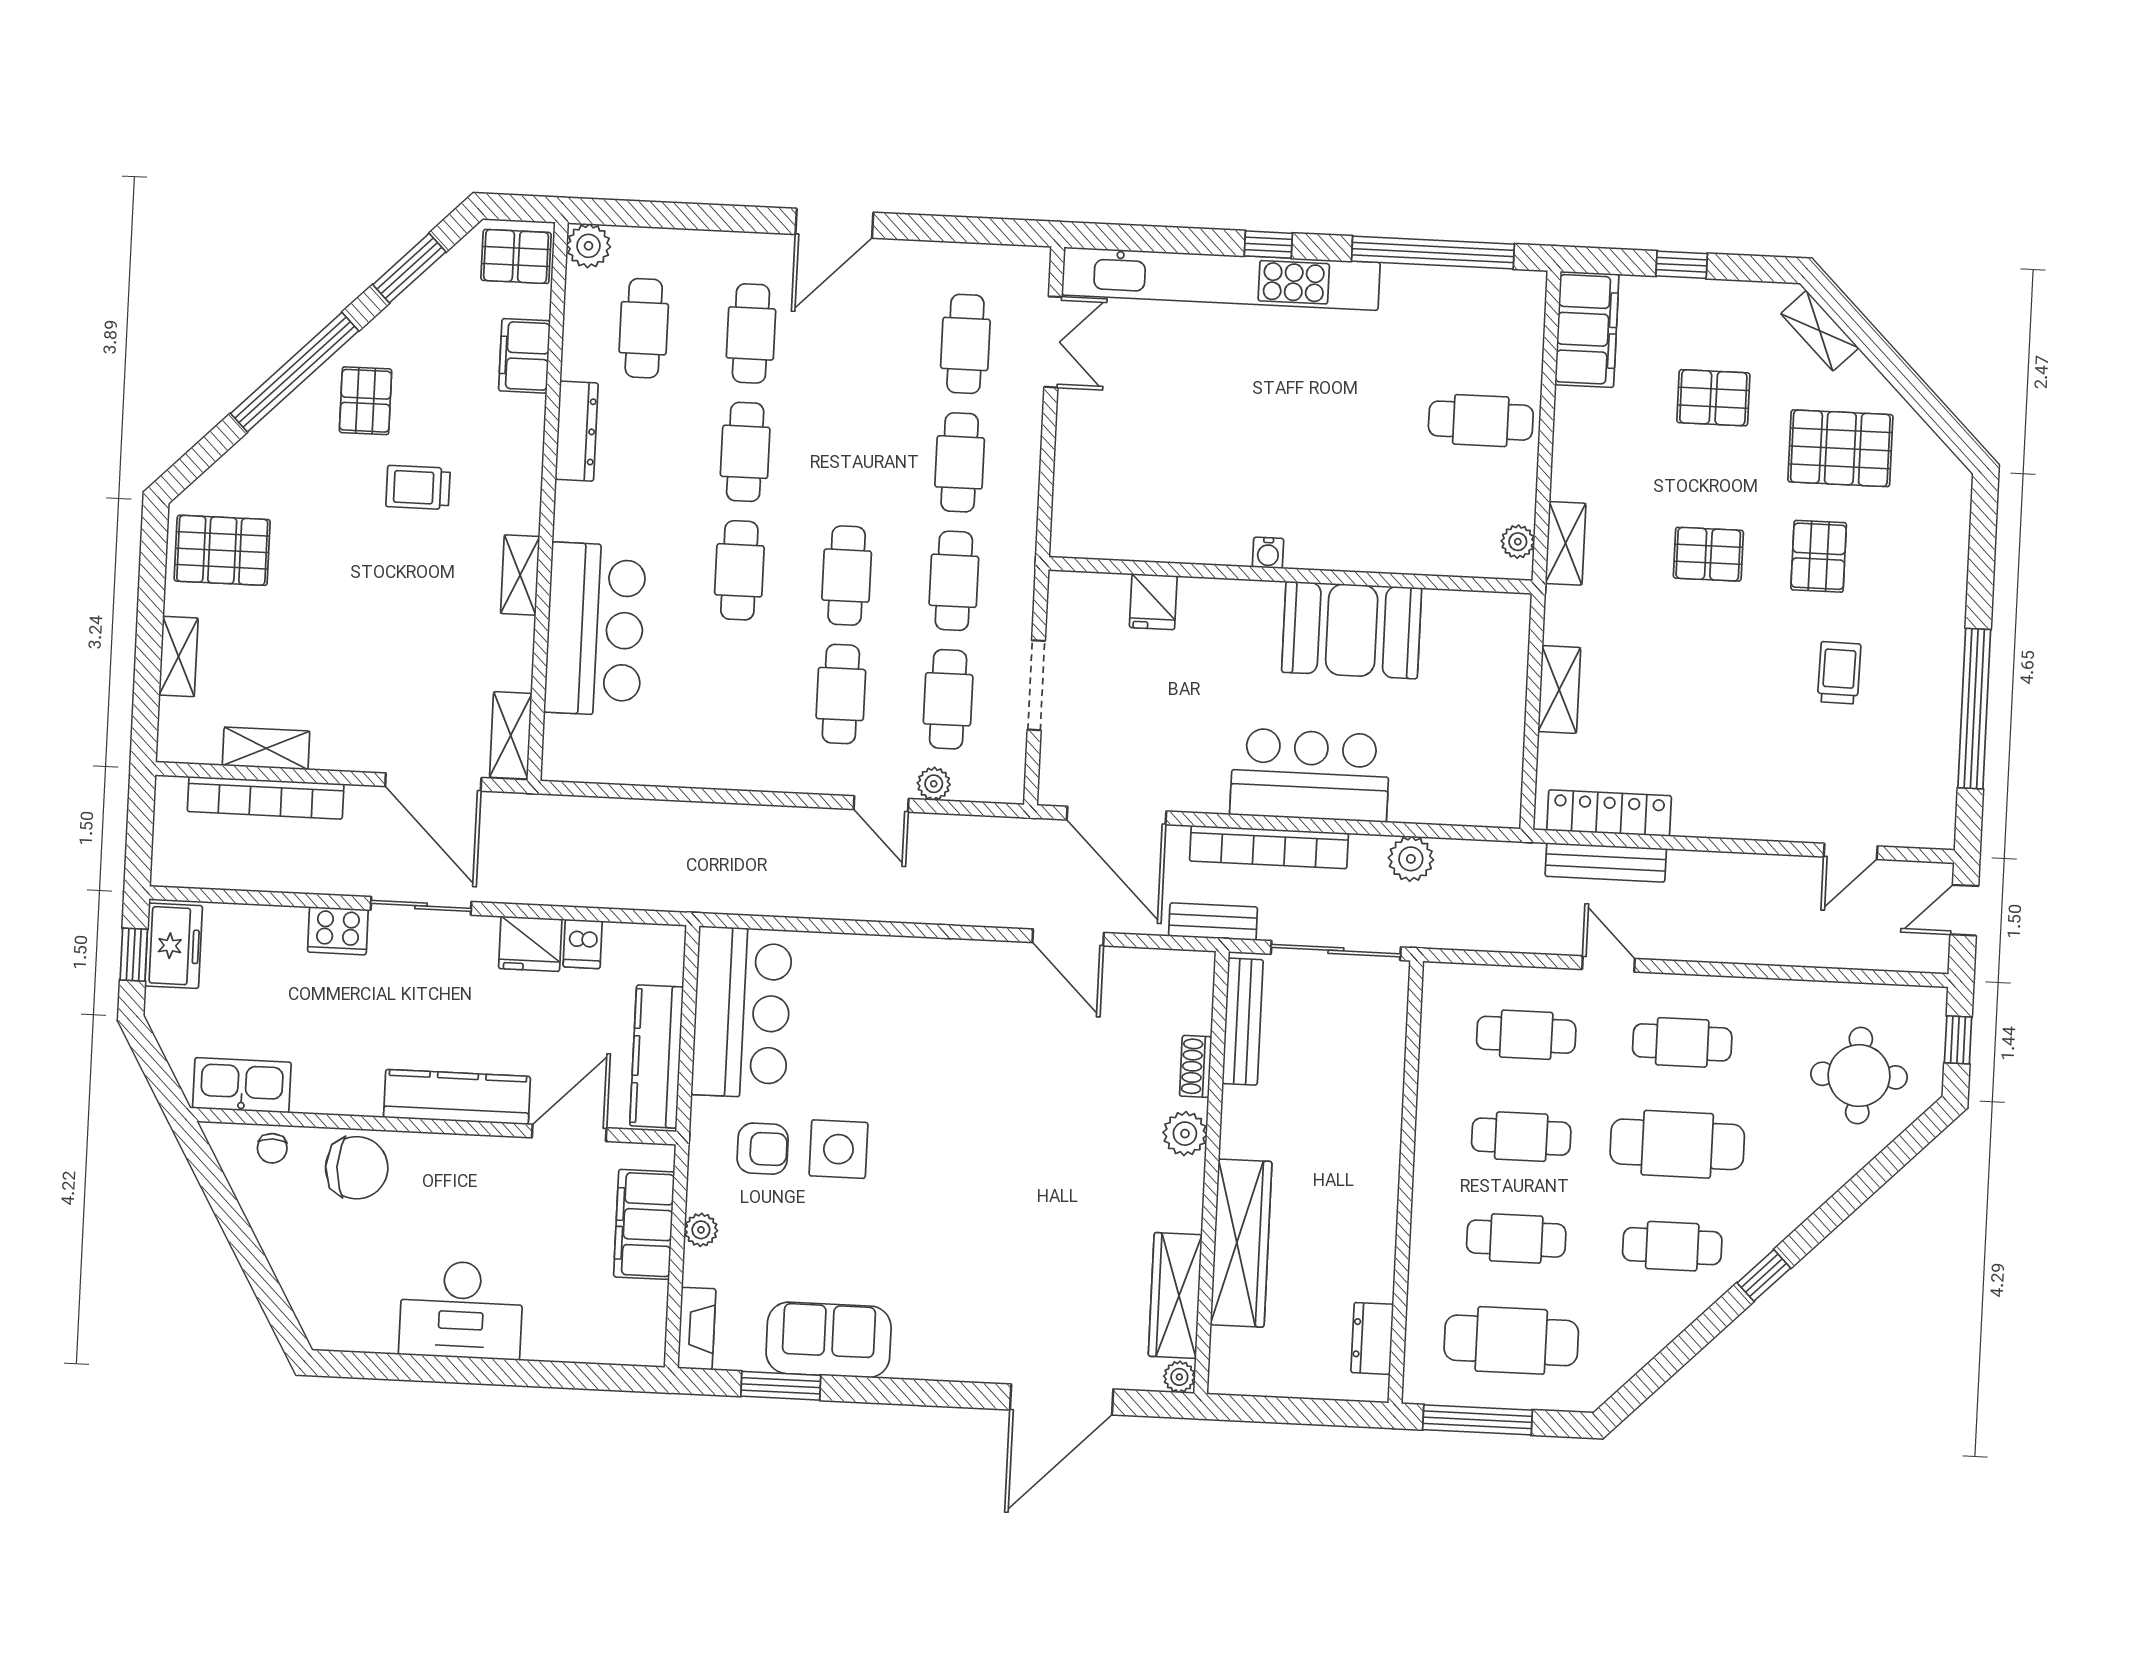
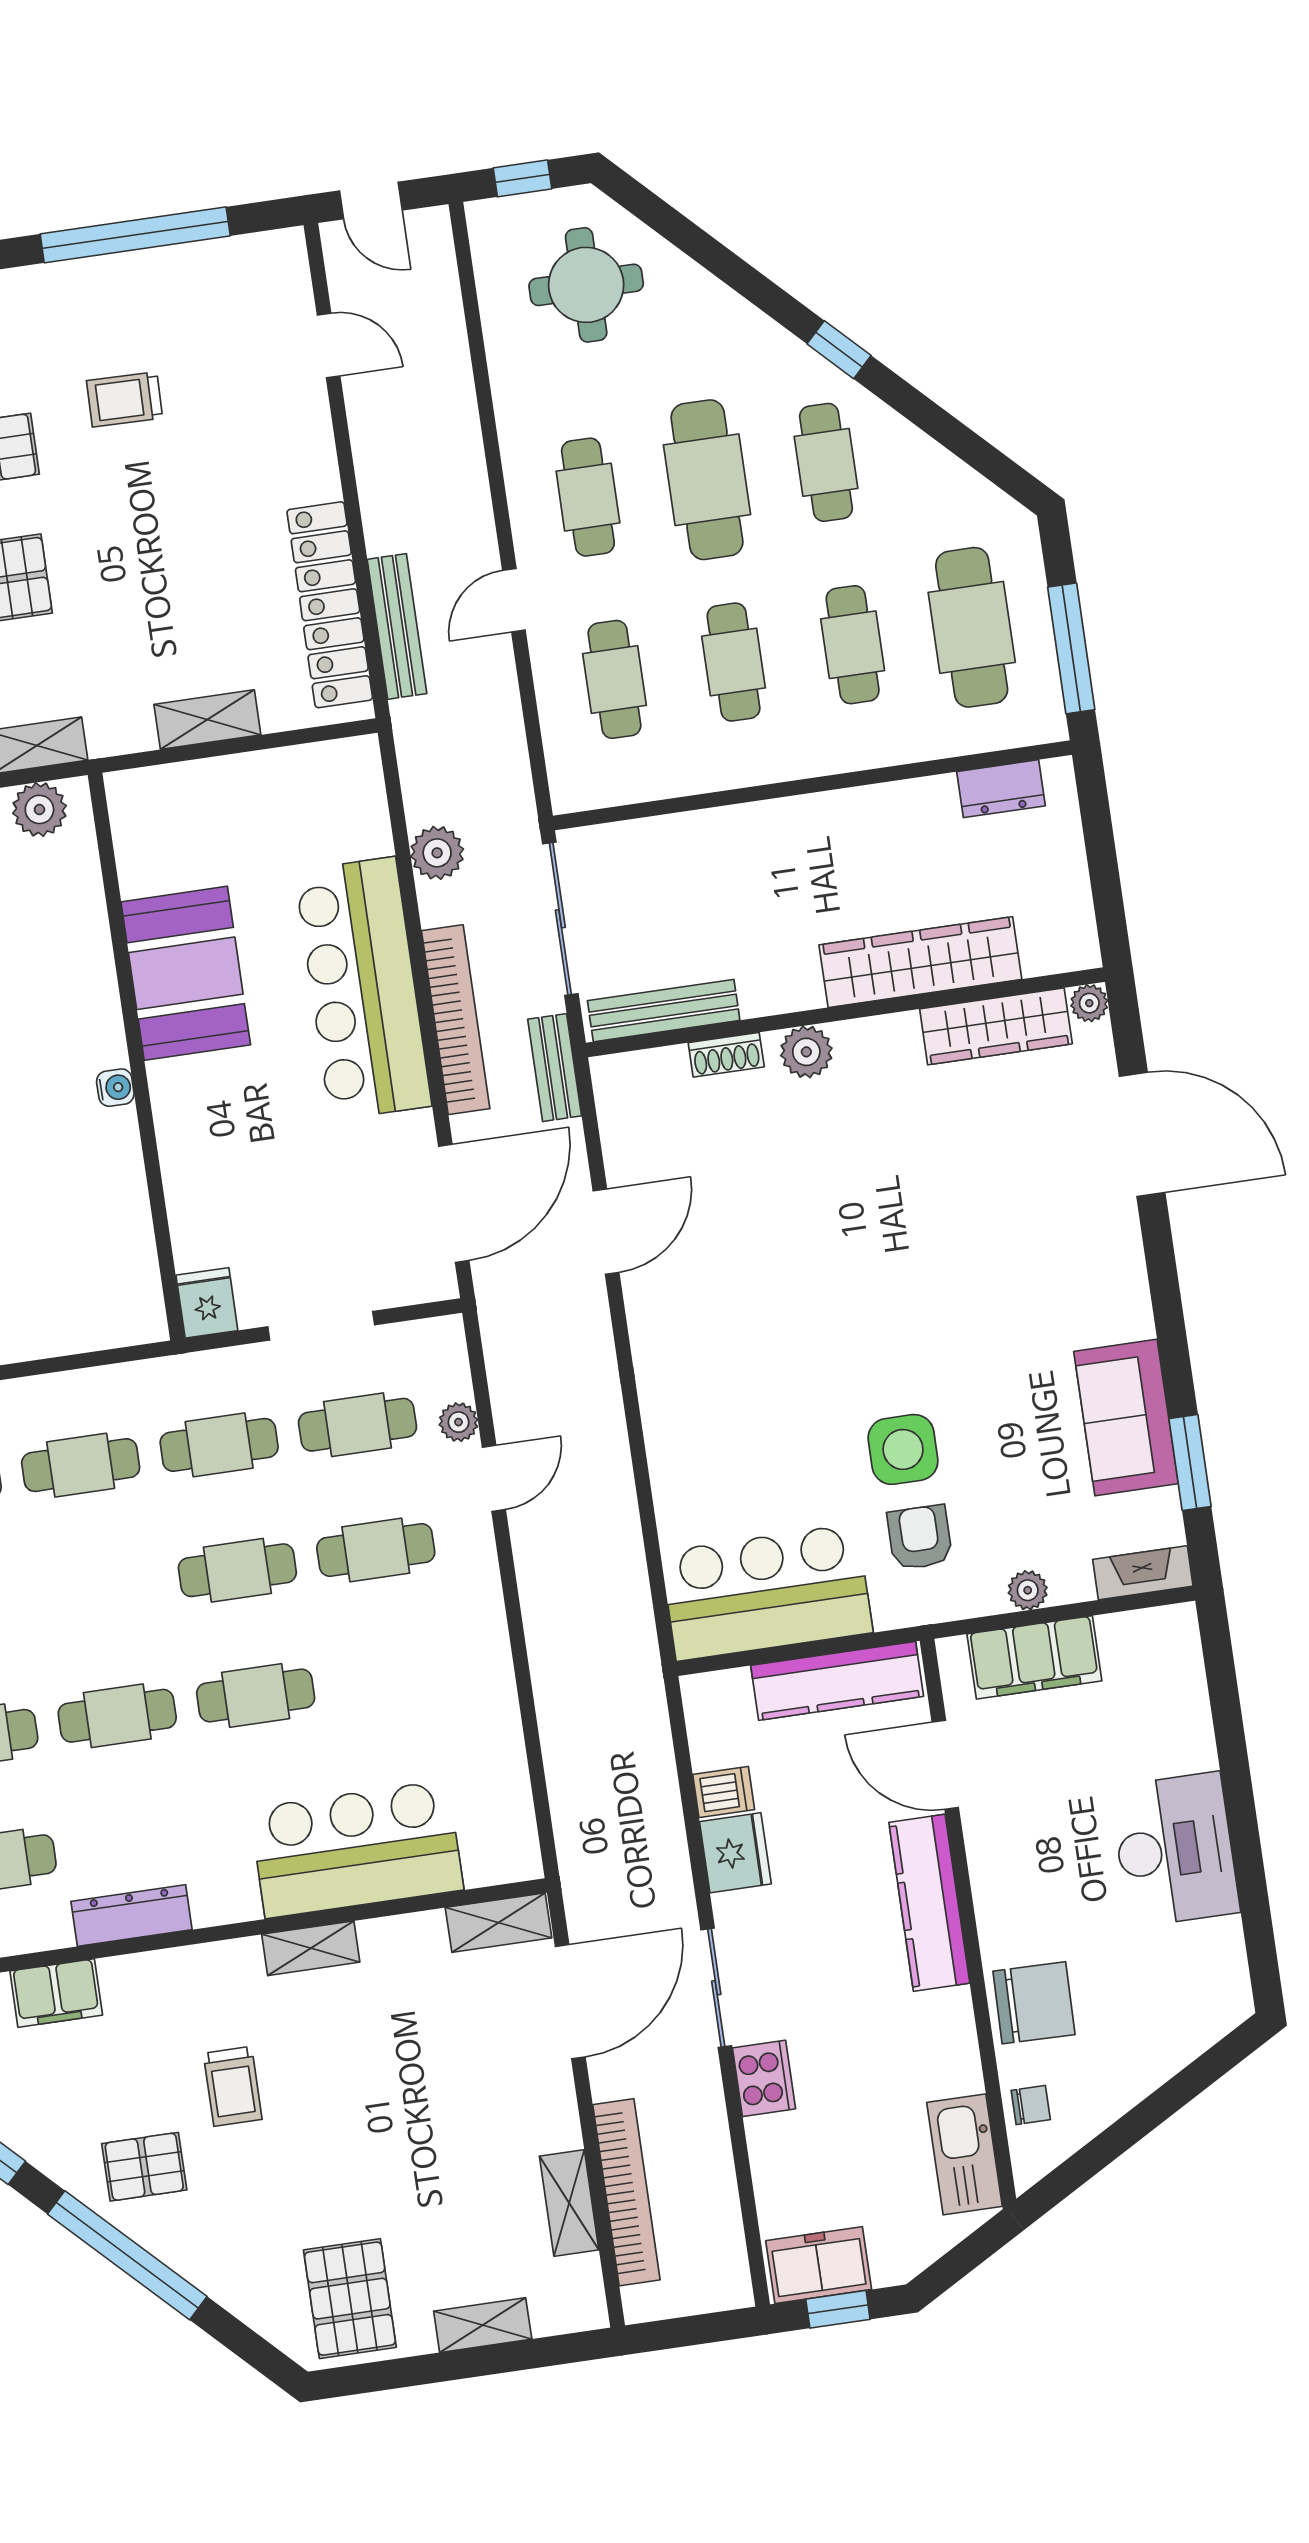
plant: (1518, 542) -> (39, 809), width x1.38, depth x1.38
fridge: (1153, 602) -> (207, 1303), moved, turned -90
bar counter: (1310, 775) -> (363, 988), width x1.36
locker: (1609, 813) -> (330, 605), width x1.41, depth x1.21
chair: (357, 1168) -> (1034, 2003), turned 91

